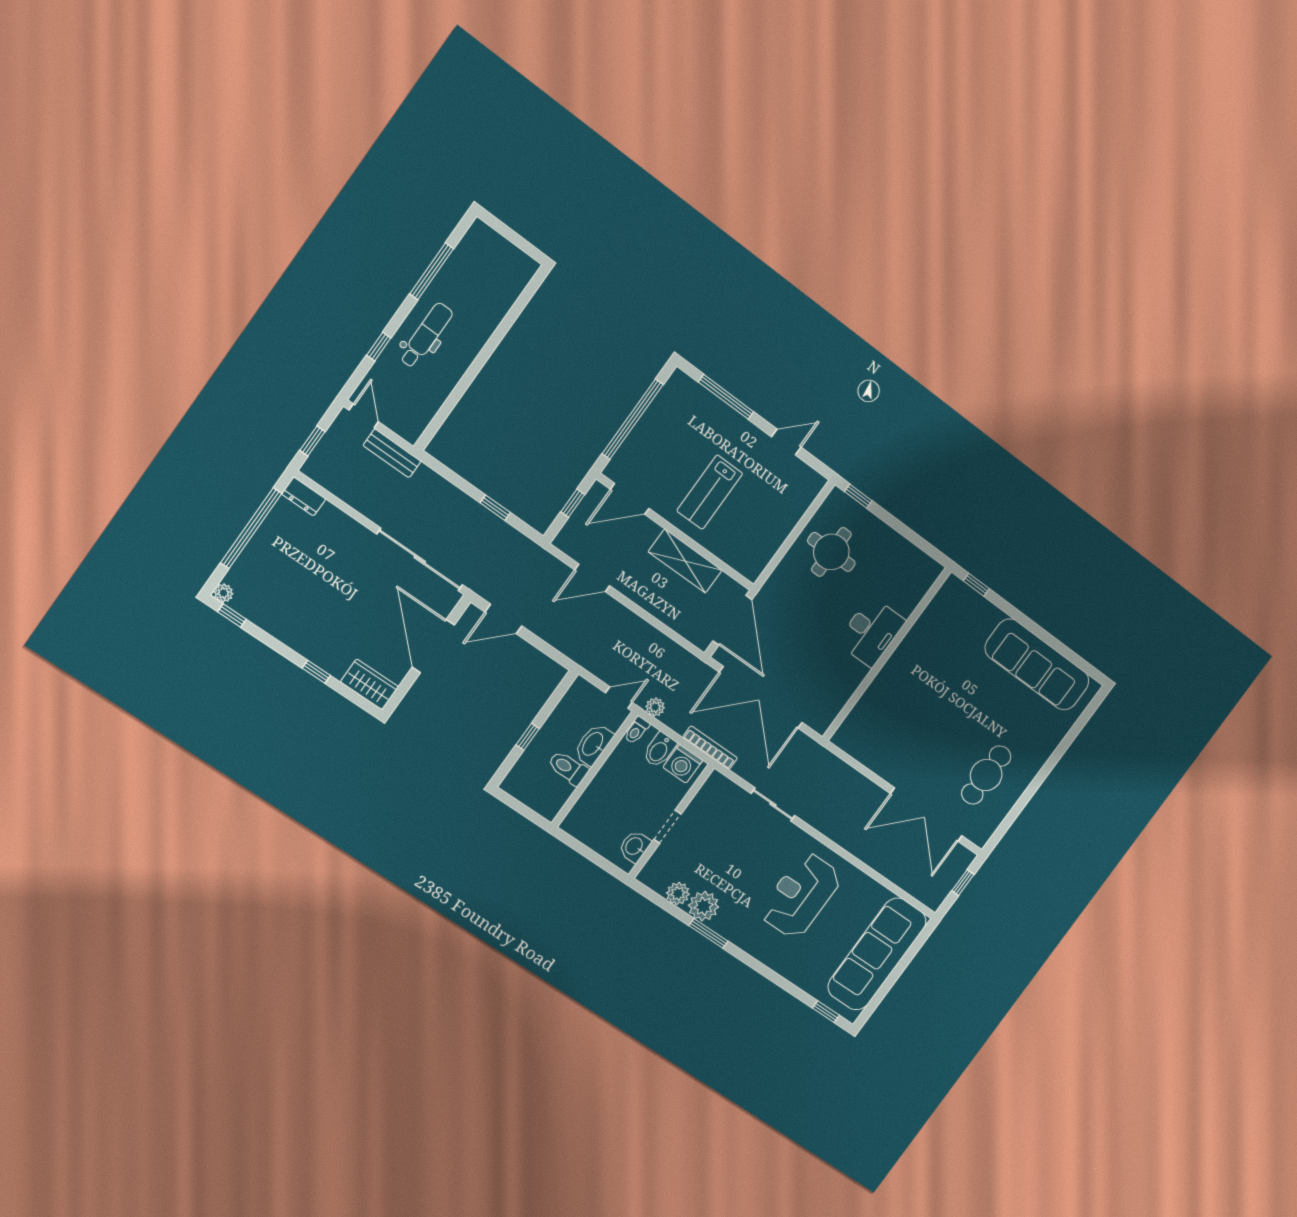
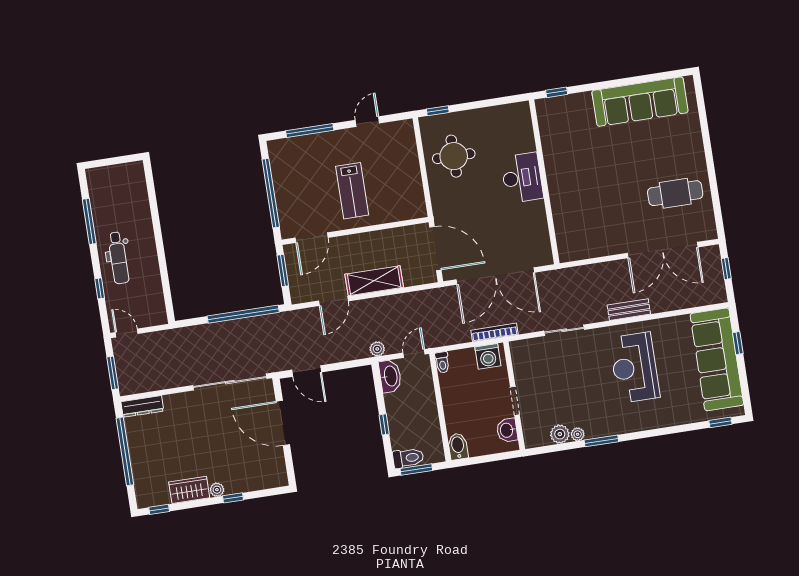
dental chair: (426, 335) -> (118, 258), turned 180
window: (312, 441) -> (113, 373), width x1.50
bench: (392, 453) -> (629, 310), moved
dresser: (304, 496) -> (142, 406), width x1.44
window: (573, 503) -> (283, 271), width x1.50
window: (495, 508) -> (243, 314), width x3.17
shelving: (685, 561) -> (374, 281), moved
plant: (223, 593) -> (217, 490), moved
door: (503, 619) -> (307, 371), hinge flipped
wardrobe: (369, 684) -> (189, 490), moved
plant: (655, 707) -> (377, 349), moved
washbasin: (593, 744) -> (390, 376), moved, turned 180
bidet: (660, 750) -> (458, 446), moved, turned 180
toilet: (568, 768) -> (408, 458), moved, turned 180
cafe table: (986, 775) -> (675, 193), turned 90
window: (517, 806) -> (416, 470), added
plant: (704, 906) -> (578, 434), width x0.53, depth x0.53
window: (908, 956) -> (738, 343), added

